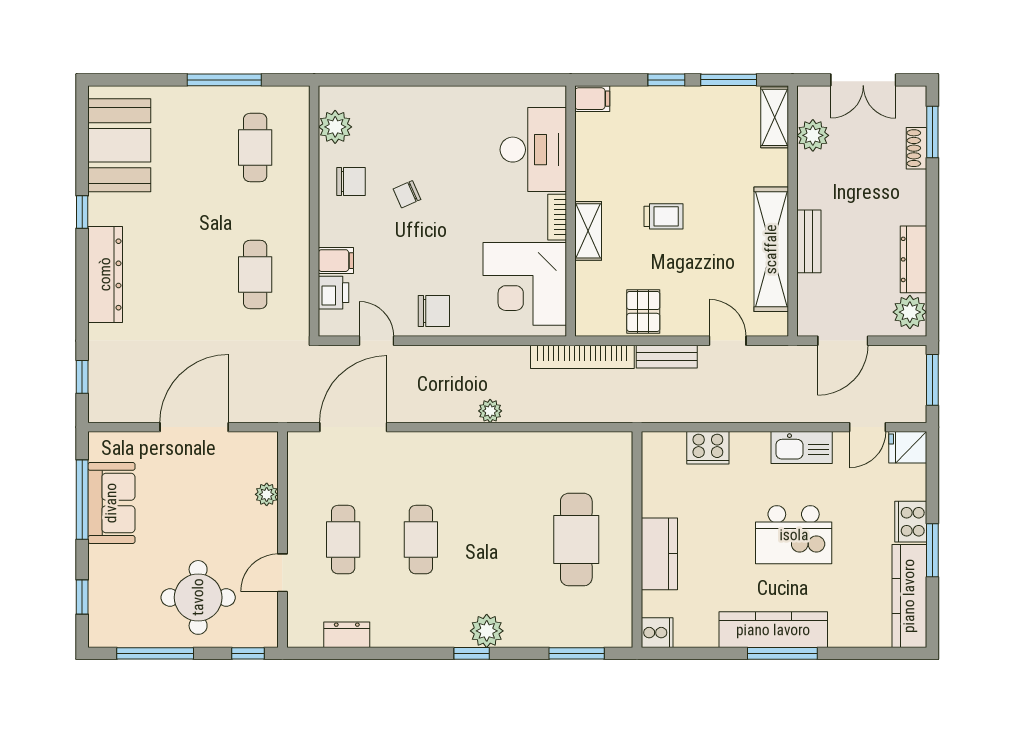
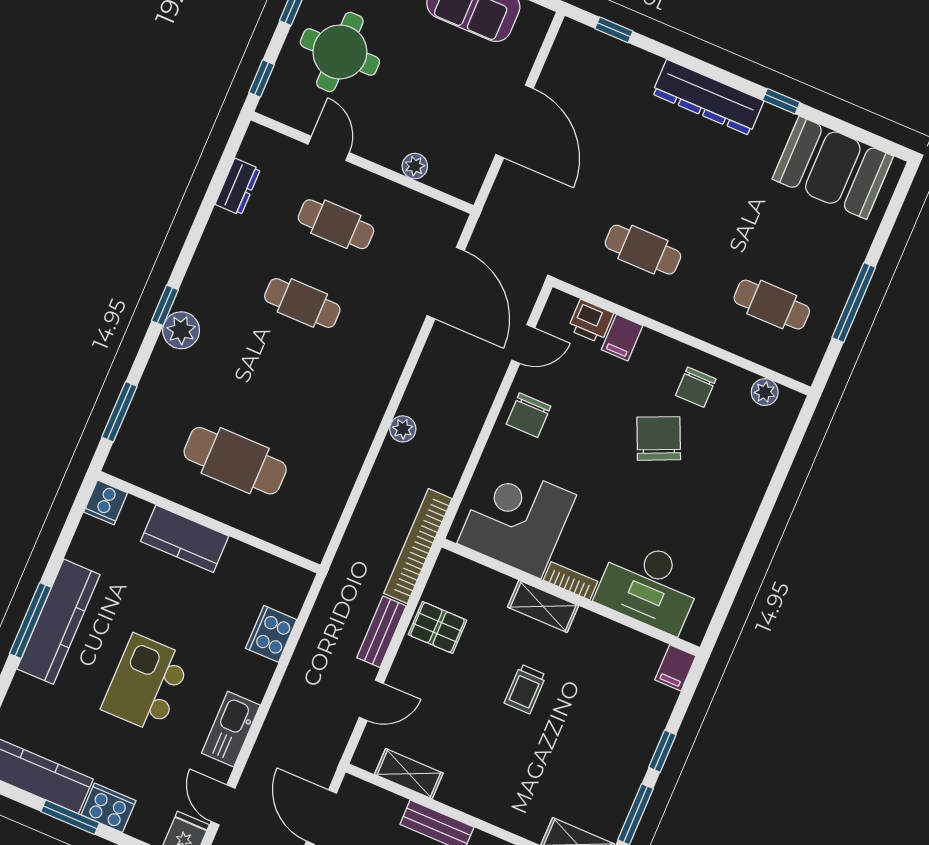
plant: (335, 127) -> (765, 392), width x0.73, depth x0.73
chair: (407, 194) -> (659, 438), width x1.87, depth x1.87
shelving: (771, 249) -> (409, 774), width x0.45, depth x0.75

